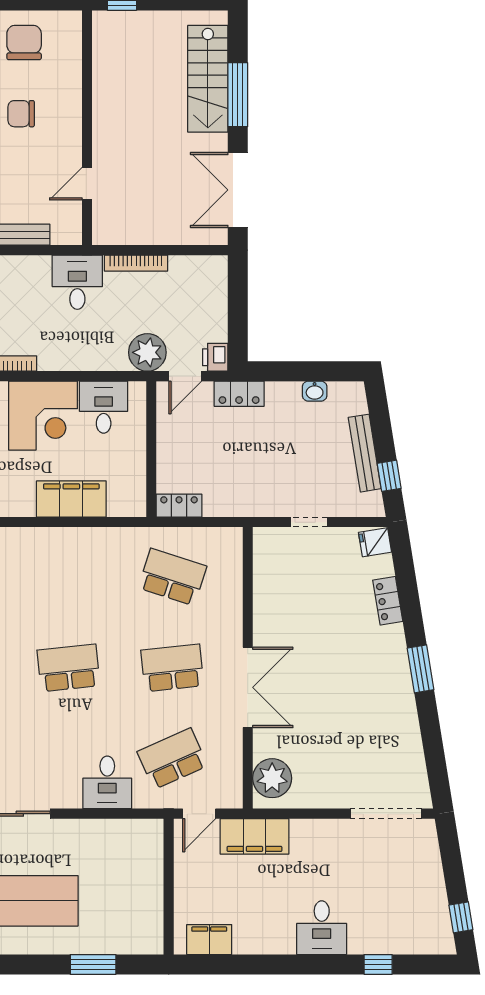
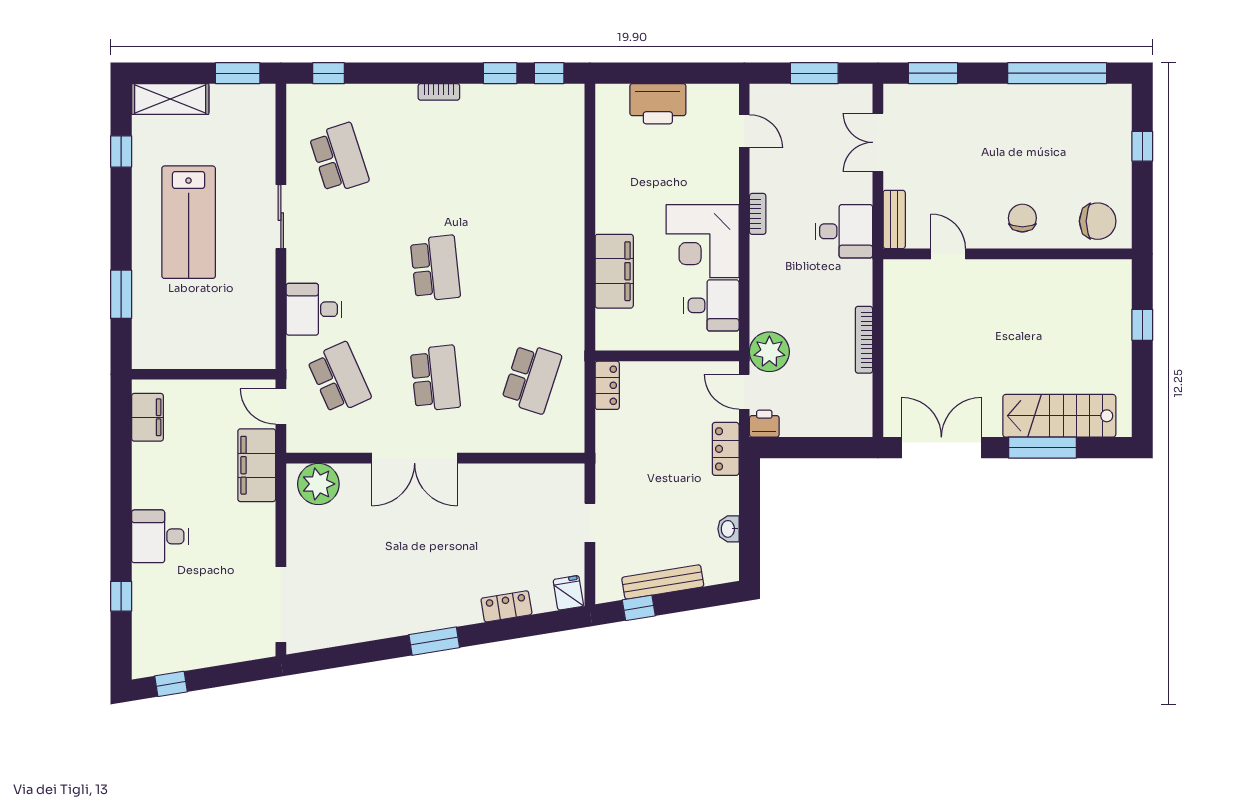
wall: (87, 128) -> (1007, 254), moved
door: (87, 184) -> (948, 254), moved
desk: (77, 282) -> (844, 231), moved

